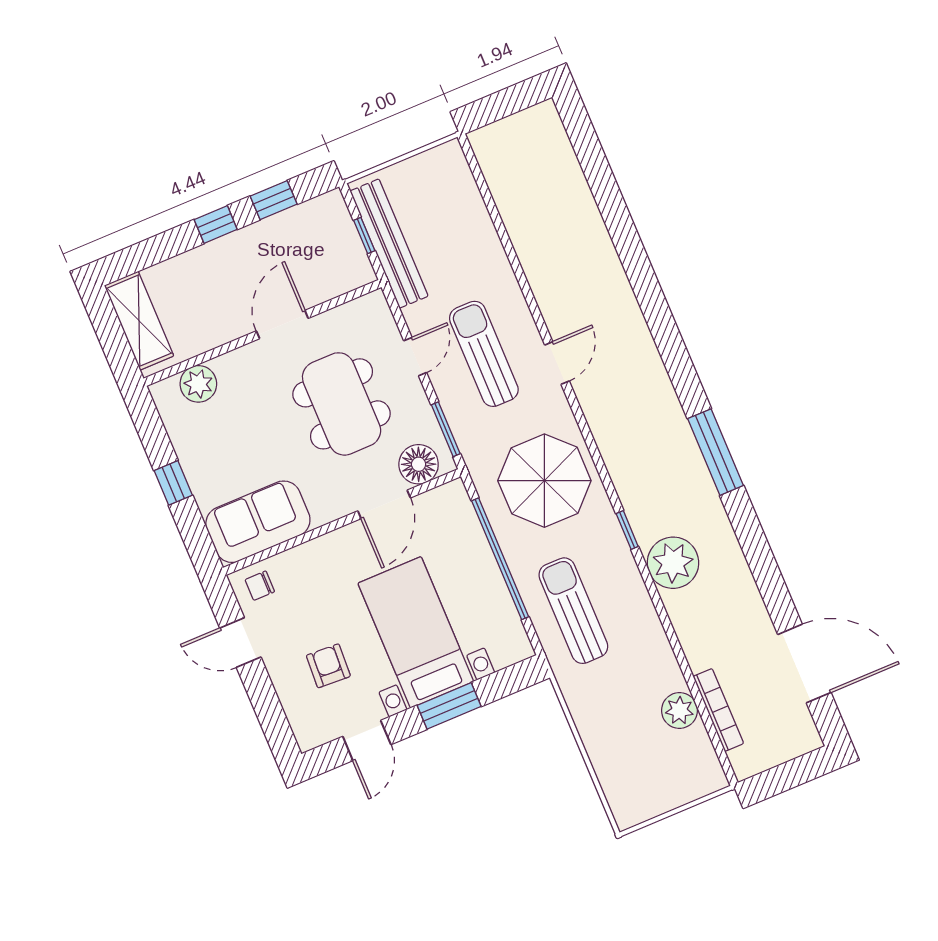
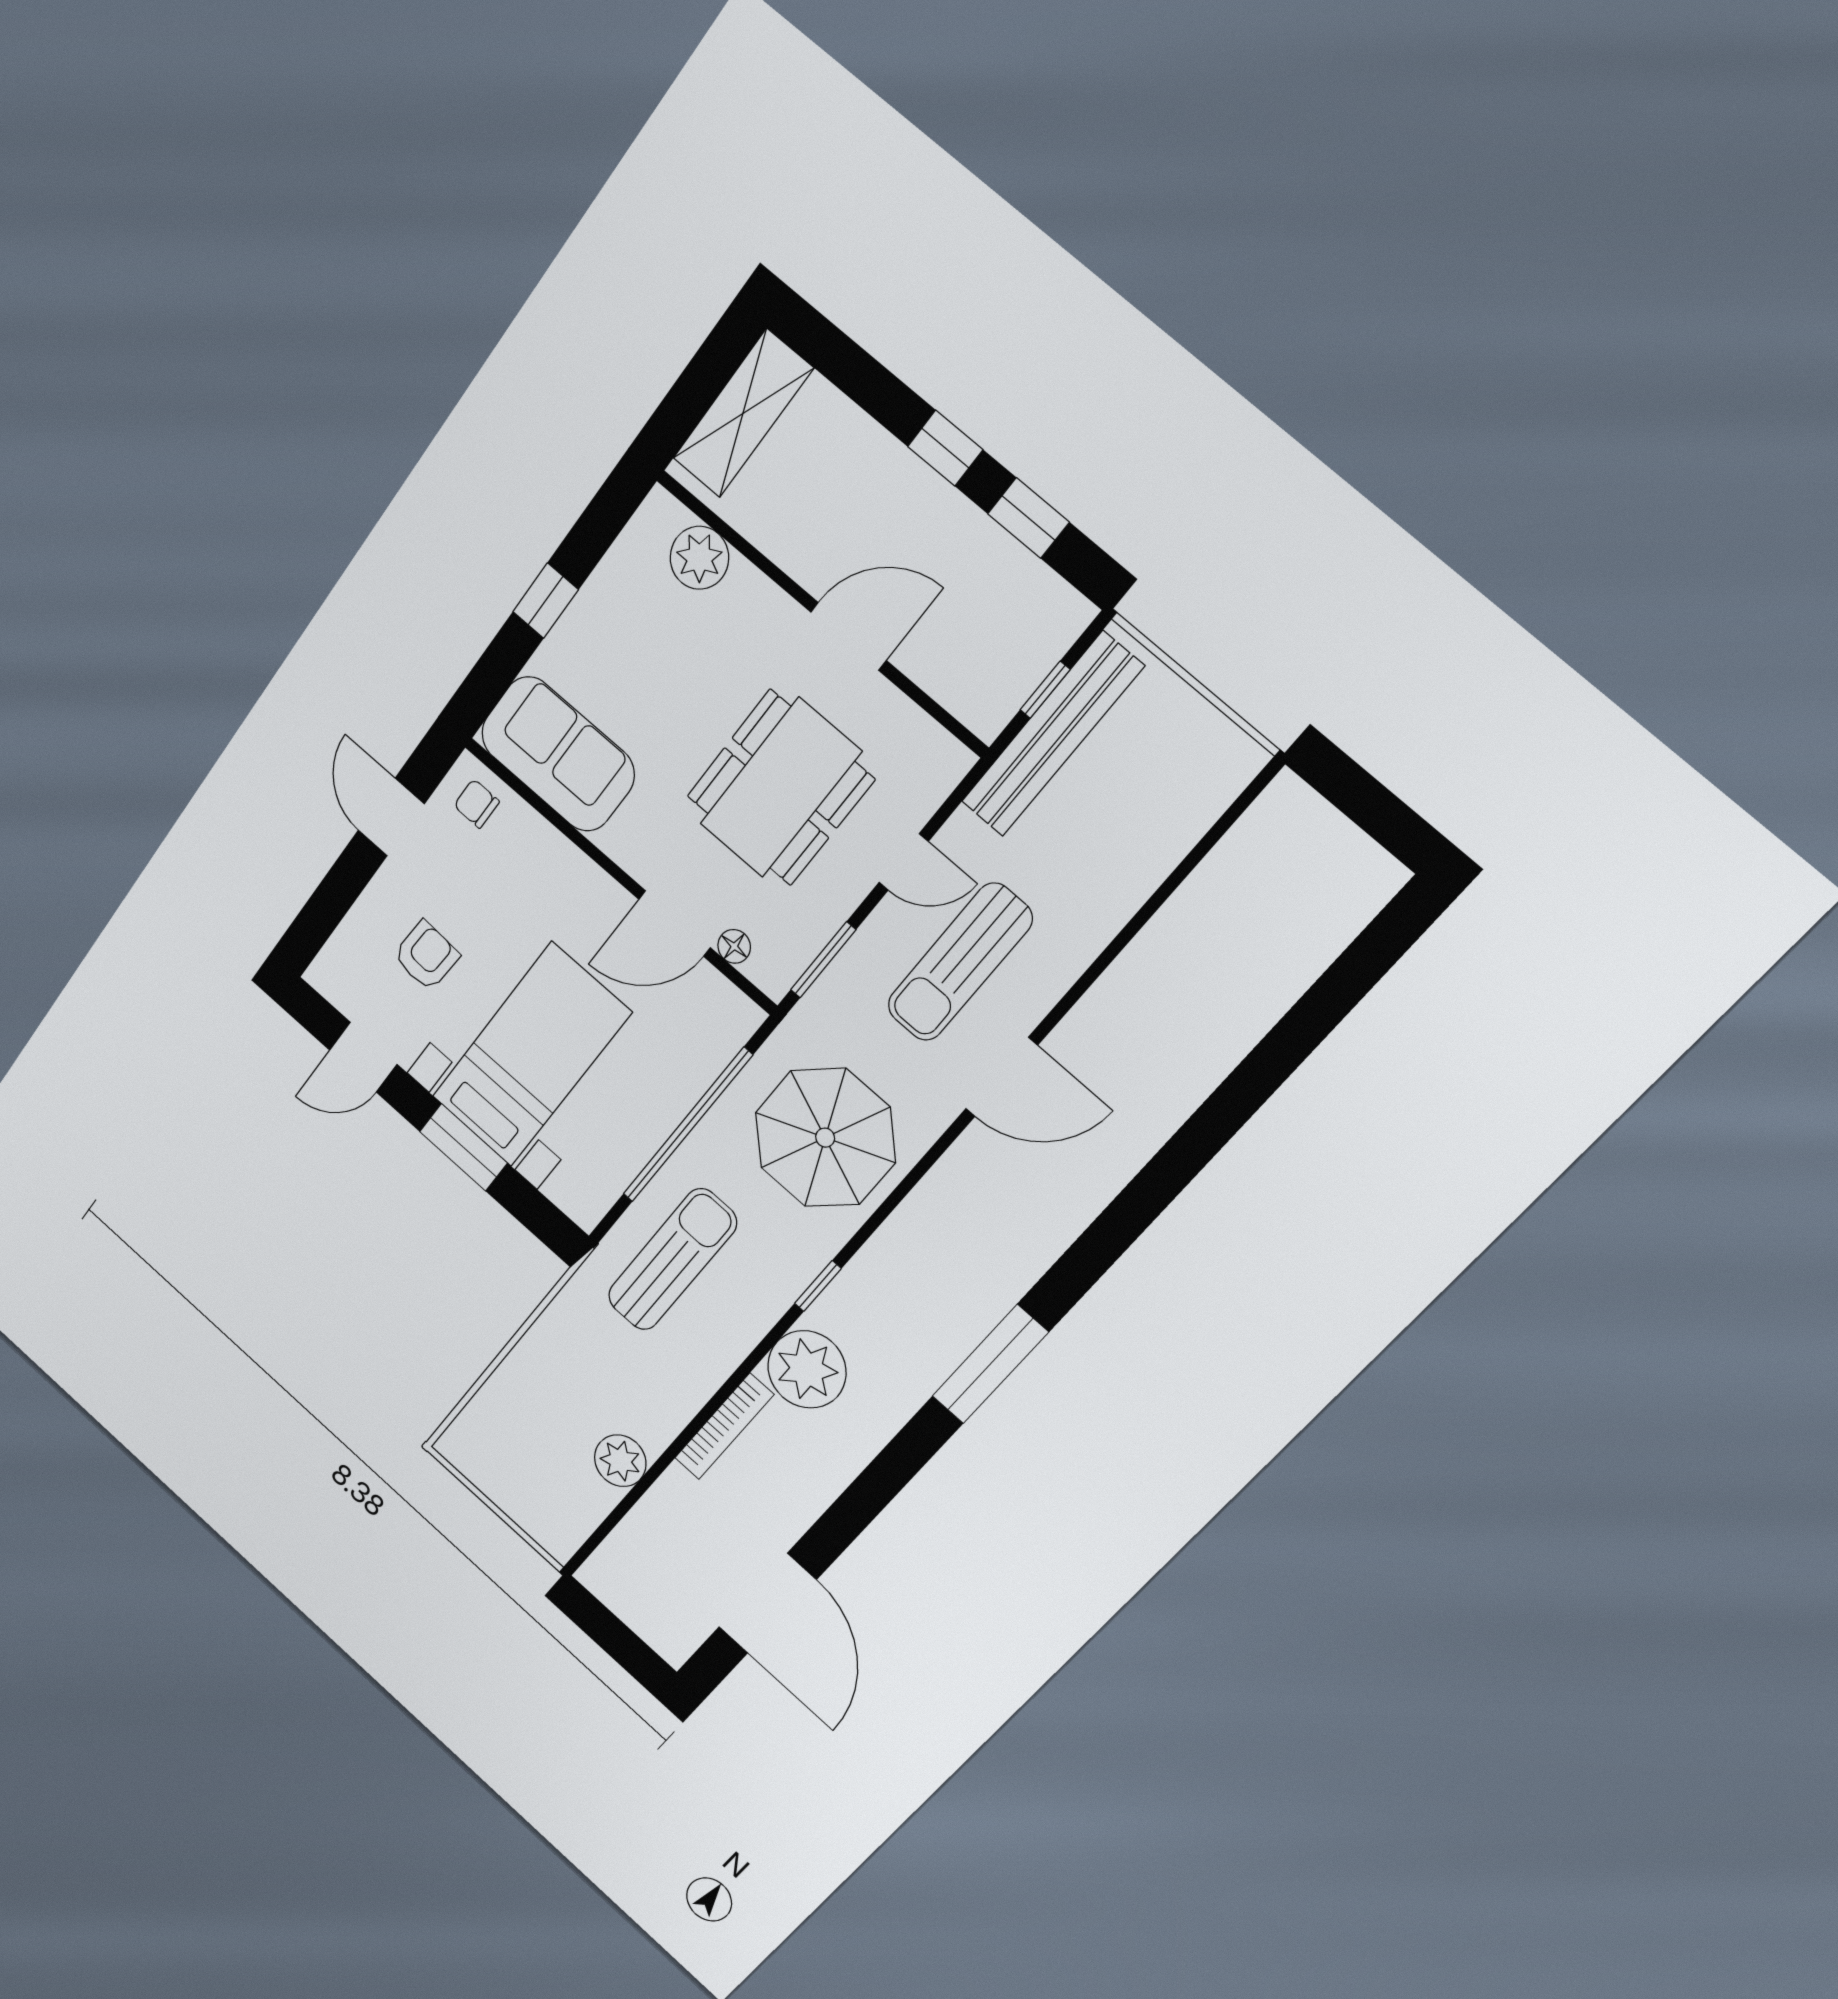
sun lounger: (484, 354) -> (960, 962), turned 180
door: (557, 363) -> (1001, 1077), width x1.37
floor lamp: (419, 464) -> (734, 946), width x0.53, depth x0.53
bookcase: (718, 710) -> (724, 1426), moved

